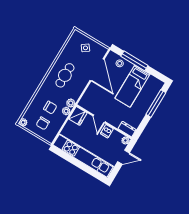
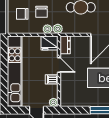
door: (99, 119) -> (59, 65), swing flipped
dresser: (127, 129) -> (65, 45), moved

